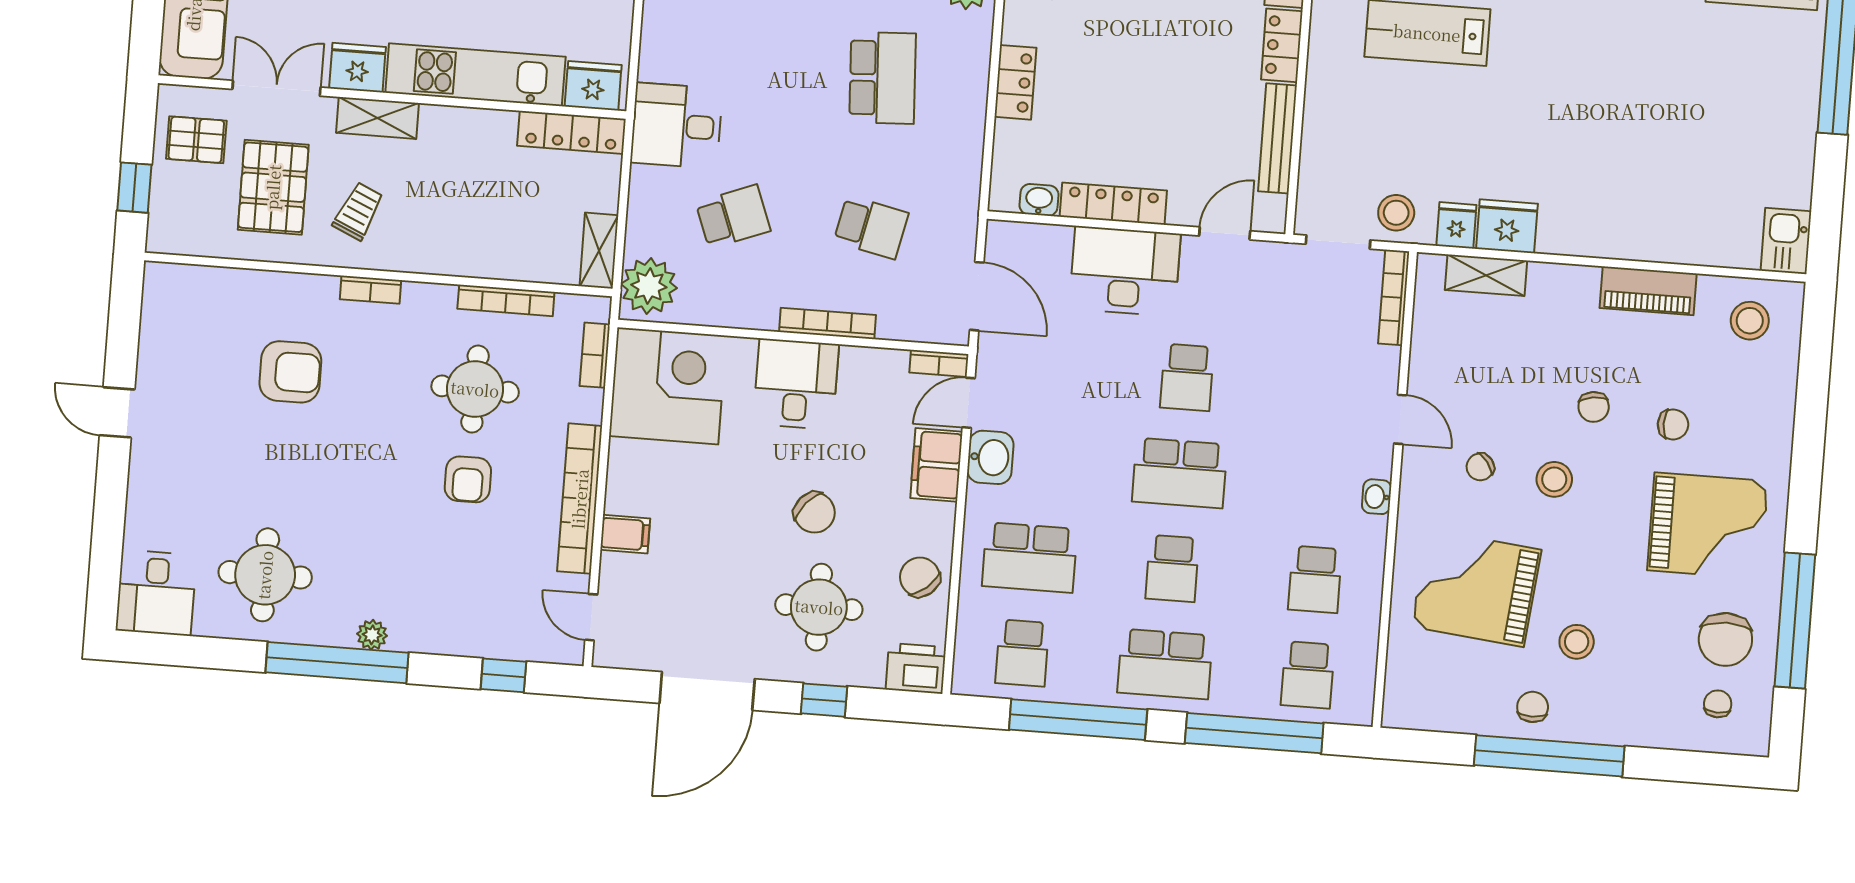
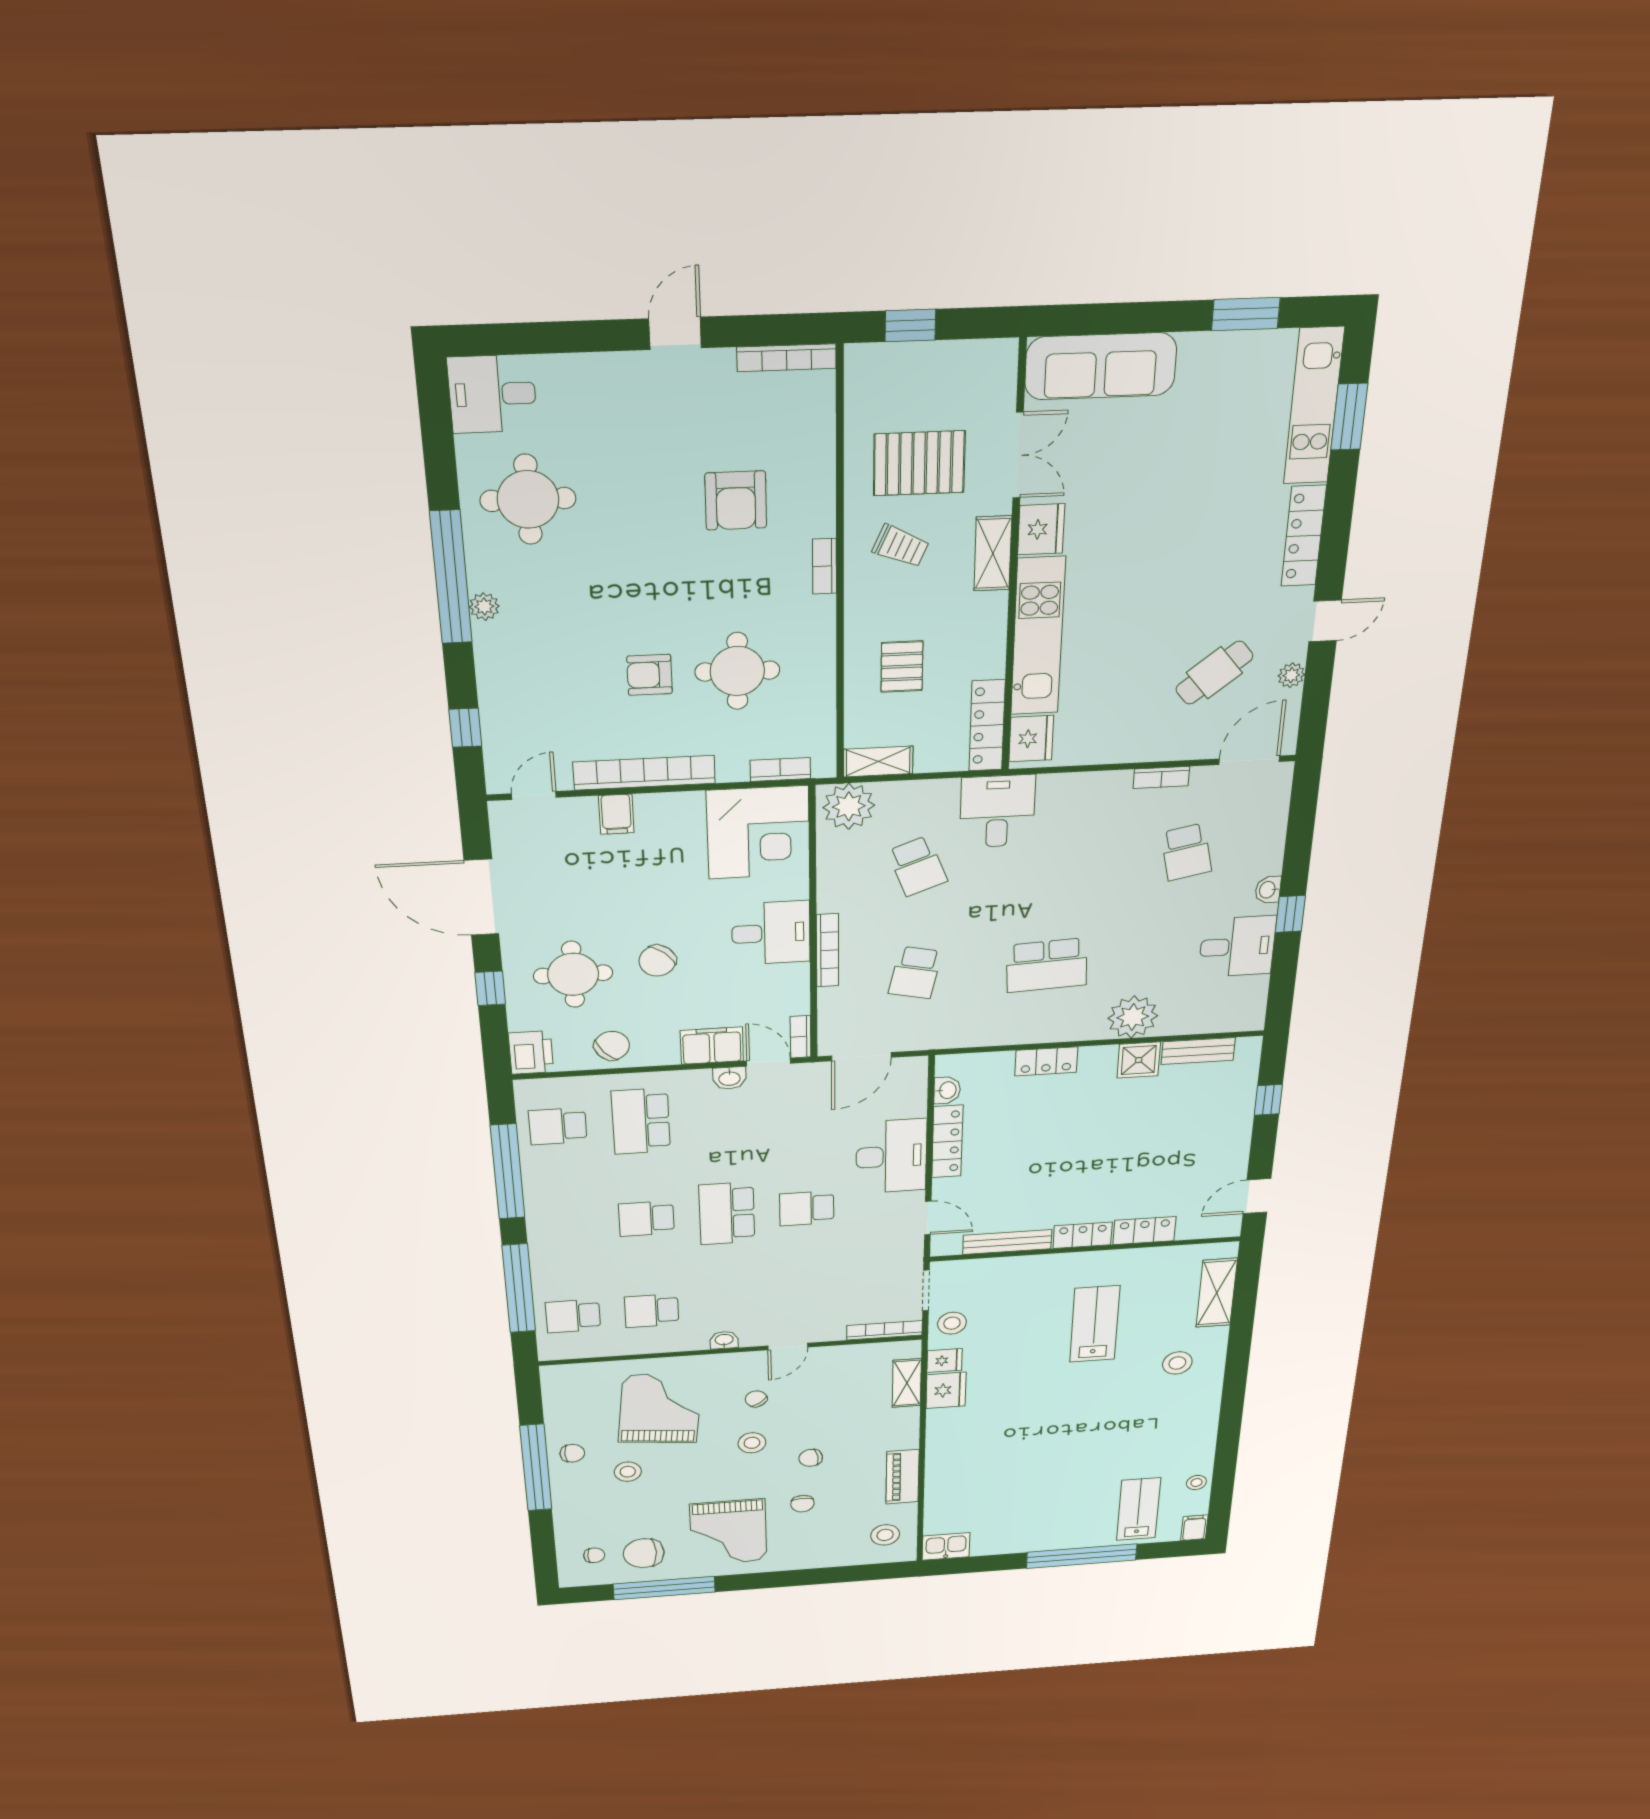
pallet: (196, 140) -> (902, 667), moved
bookcase: (506, 300) -> (787, 358), moved, turned -90
washbasin: (990, 457) -> (729, 1078), width x0.72, depth x0.69
school desk: (1165, 664) -> (566, 1224), removed

